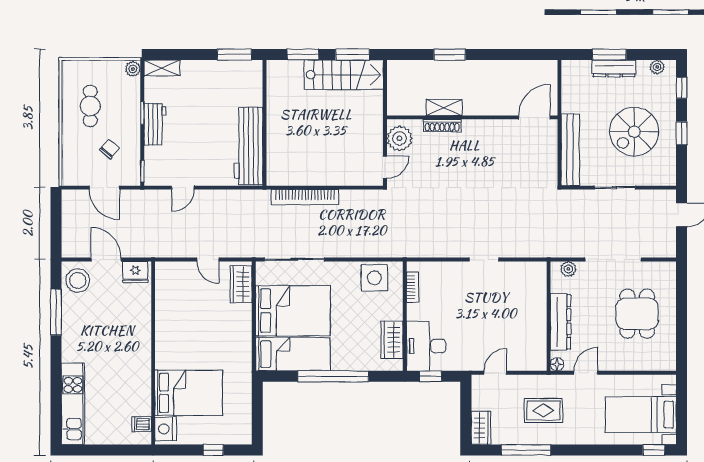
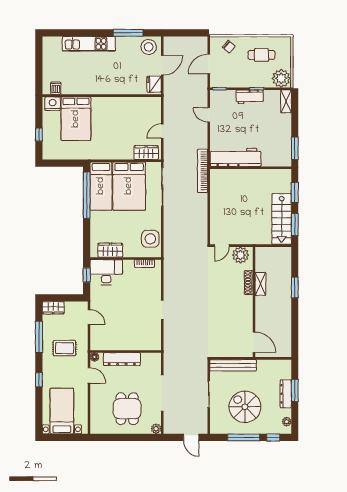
plant: (133, 69) -> (281, 78), width x1.88, depth x1.88
window: (682, 133) -> (244, 437), width x2.17
chair: (109, 149) -> (229, 47), moved
door: (385, 167) -> (222, 246), hinge flipped
bookcase: (305, 197) -> (203, 171), moved
plant: (568, 269) -> (156, 429), moved
dining table: (637, 314) -> (127, 409), turned 90
window: (333, 376) -> (87, 195), moved
kitchen unit: (73, 404) -> (89, 44), moved
rug: (543, 410) -> (65, 348), turned 90
window: (654, 450) -> (39, 380), moved

